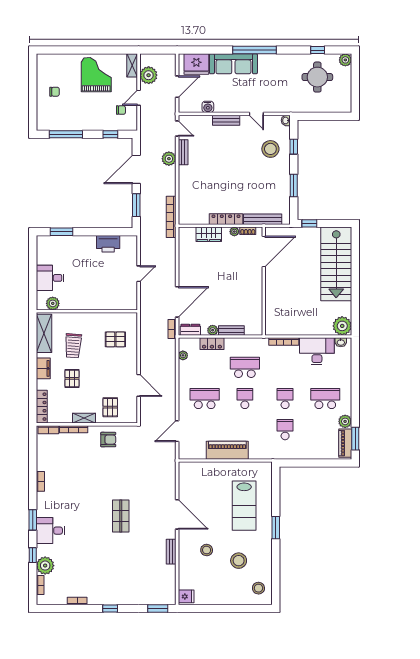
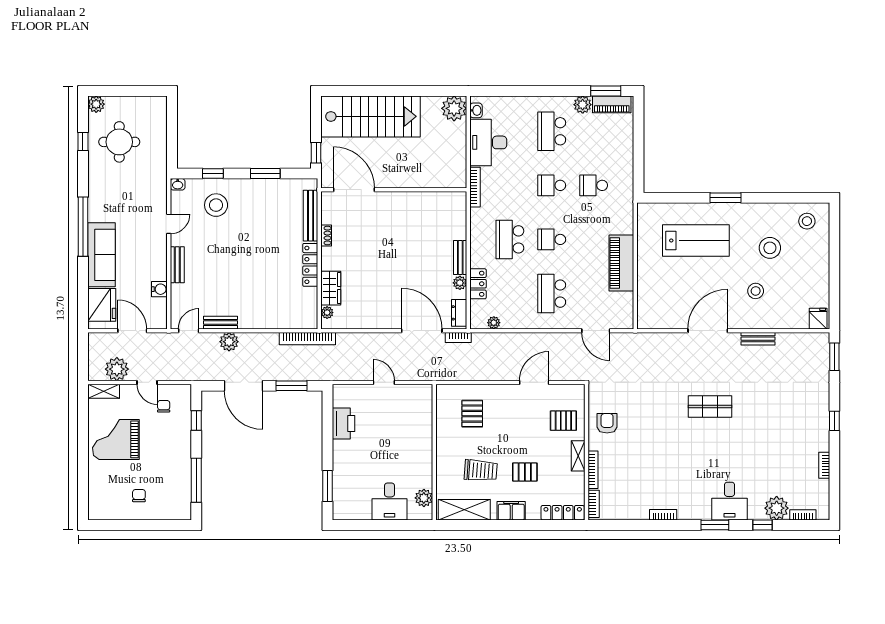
plant: (234, 232) -> (327, 313), moved
door: (264, 251) -> (354, 190), moved
wall: (264, 281) -> (394, 190), moved

